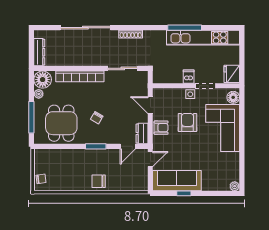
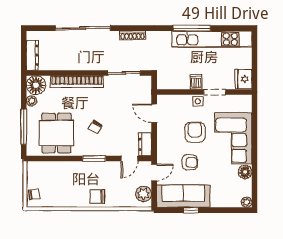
floor lamp: (233, 97) -> (245, 172), moved
armchair: (161, 128) -> (190, 162), moved
plant: (141, 179) -> (144, 194), added

